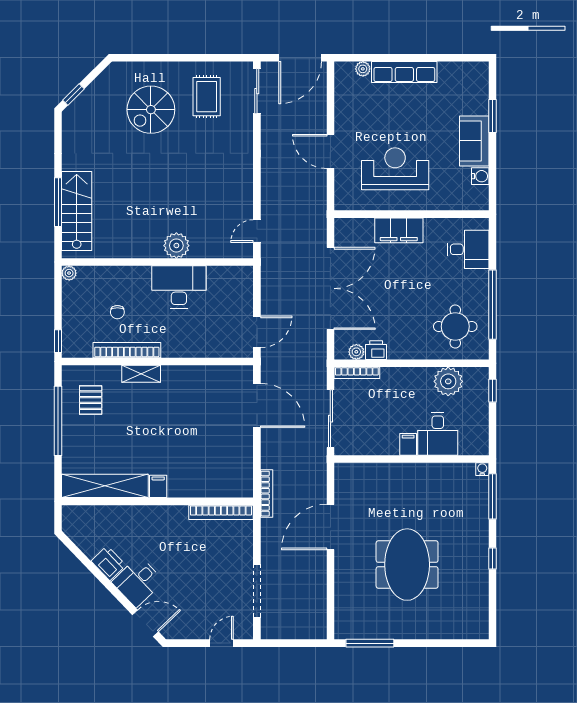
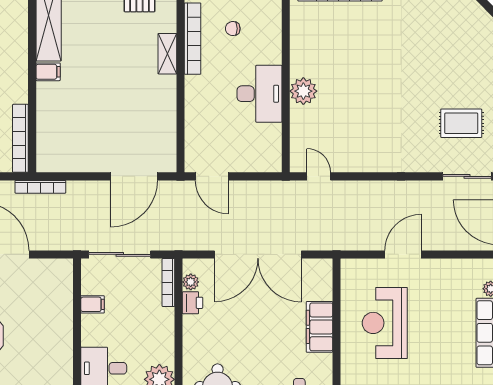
spiral stairs: (151, 110) -> (447, 64), removed
reception desk: (395, 169) -> (385, 323), turned 180
filing cabinet: (408, 444) -> (93, 304), moved

